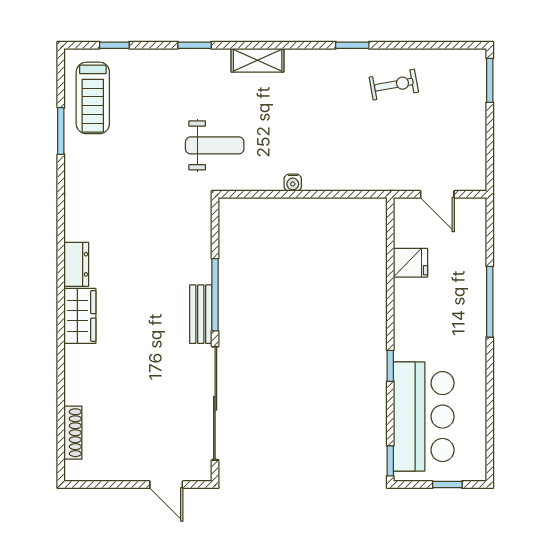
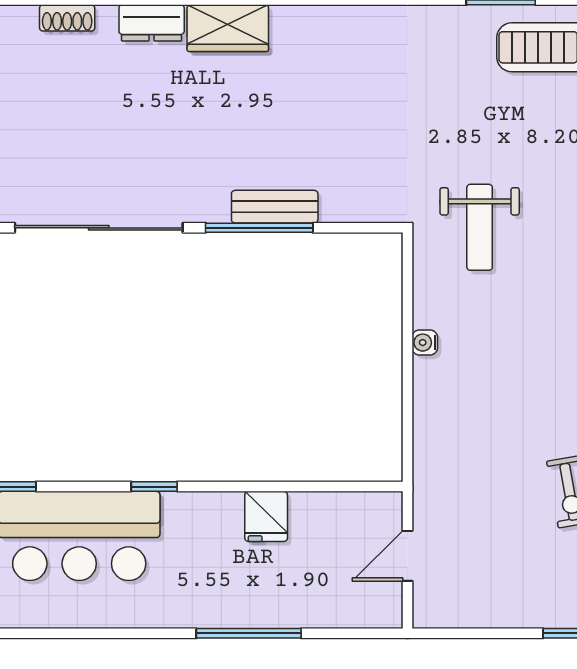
fridge: (411, 263) -> (266, 516), moved
dresser: (76, 264) -> (152, 23), moved
bench: (201, 314) -> (275, 207), moved
shoe rack: (73, 433) -> (67, 18), width x0.70

